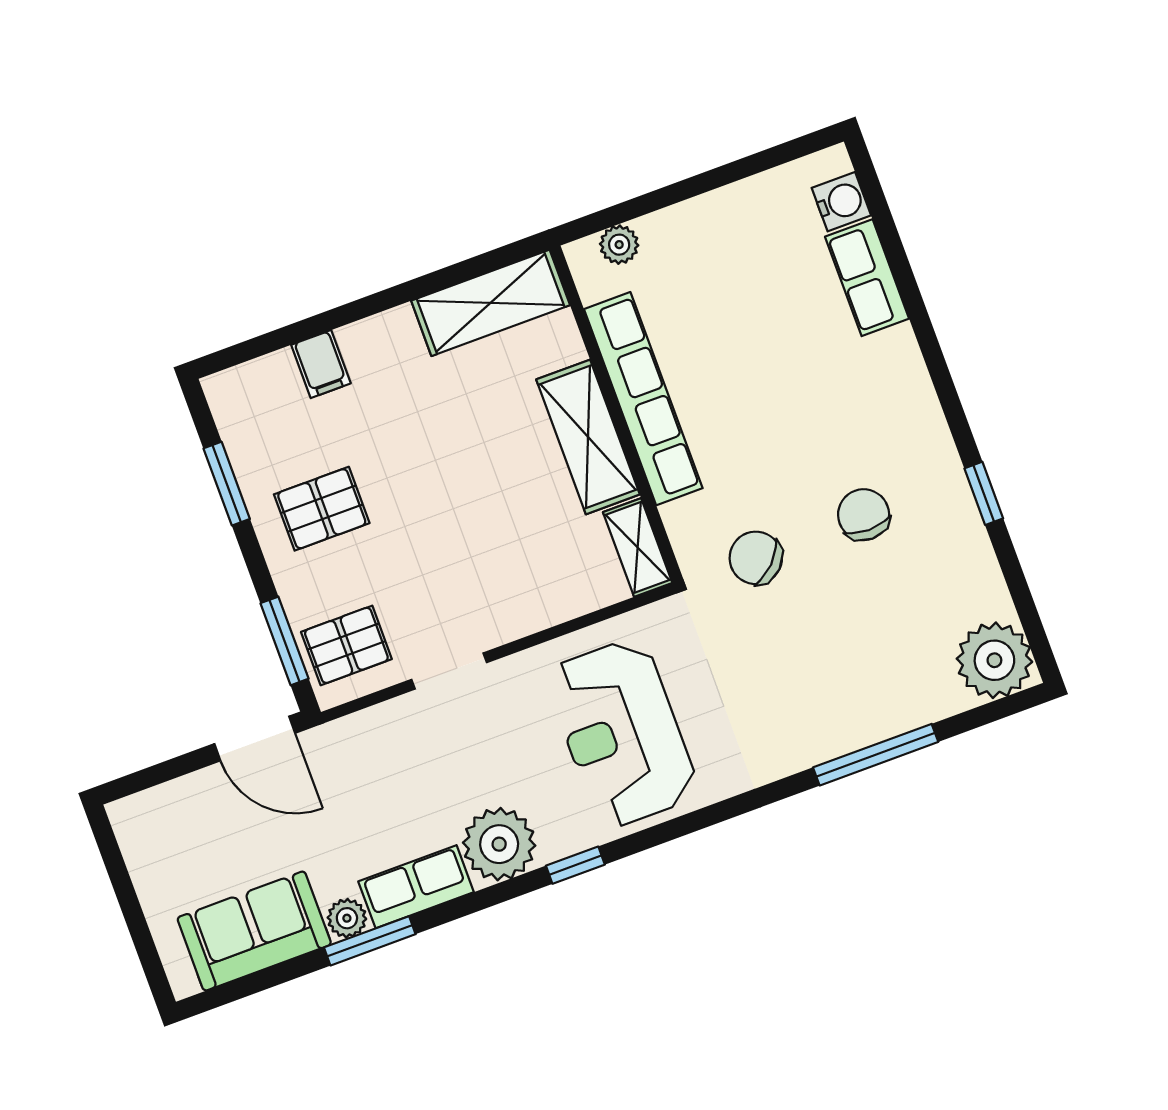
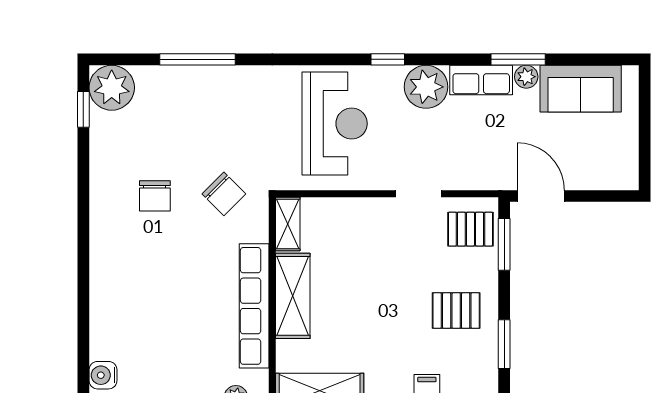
row of seats: (867, 278) -> (104, 328), removed
window: (984, 493) -> (83, 109), moved

